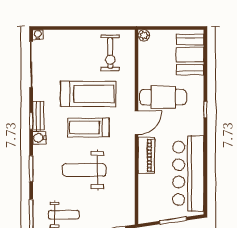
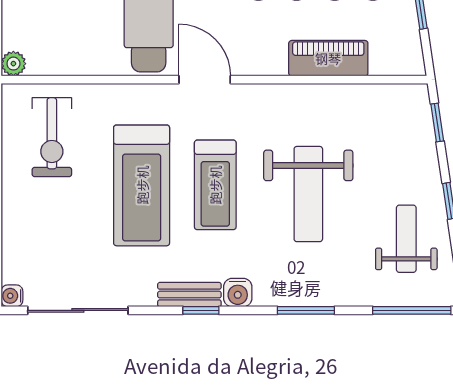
exercise bike: (110, 53) -> (52, 137), turned 90
treadmill: (88, 94) -> (142, 185), turned 180
piano: (146, 155) -> (328, 58), moved

